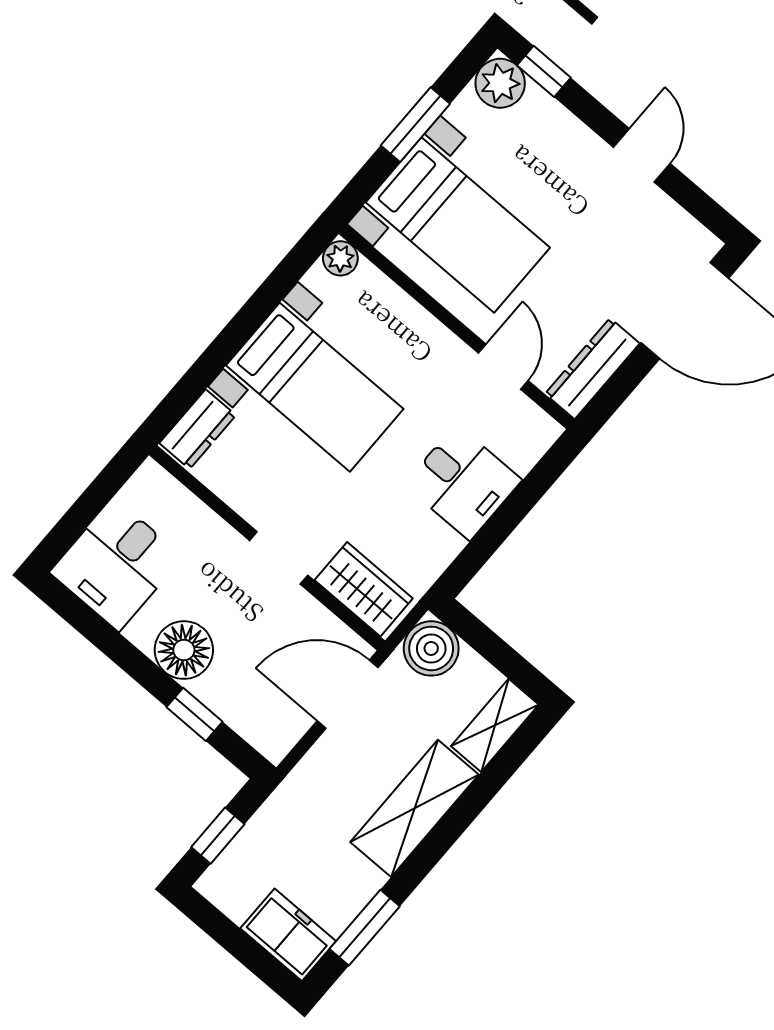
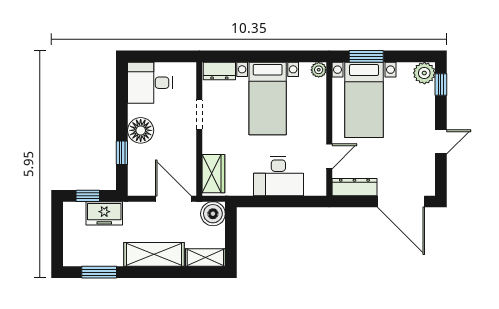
window: (415, 125) -> (366, 56), moved
desk: (463, 482) -> (278, 176), width x1.37
doorway: (279, 558) -> (199, 114), moved
freezer: (288, 935) -> (104, 213), moved, turned 90

